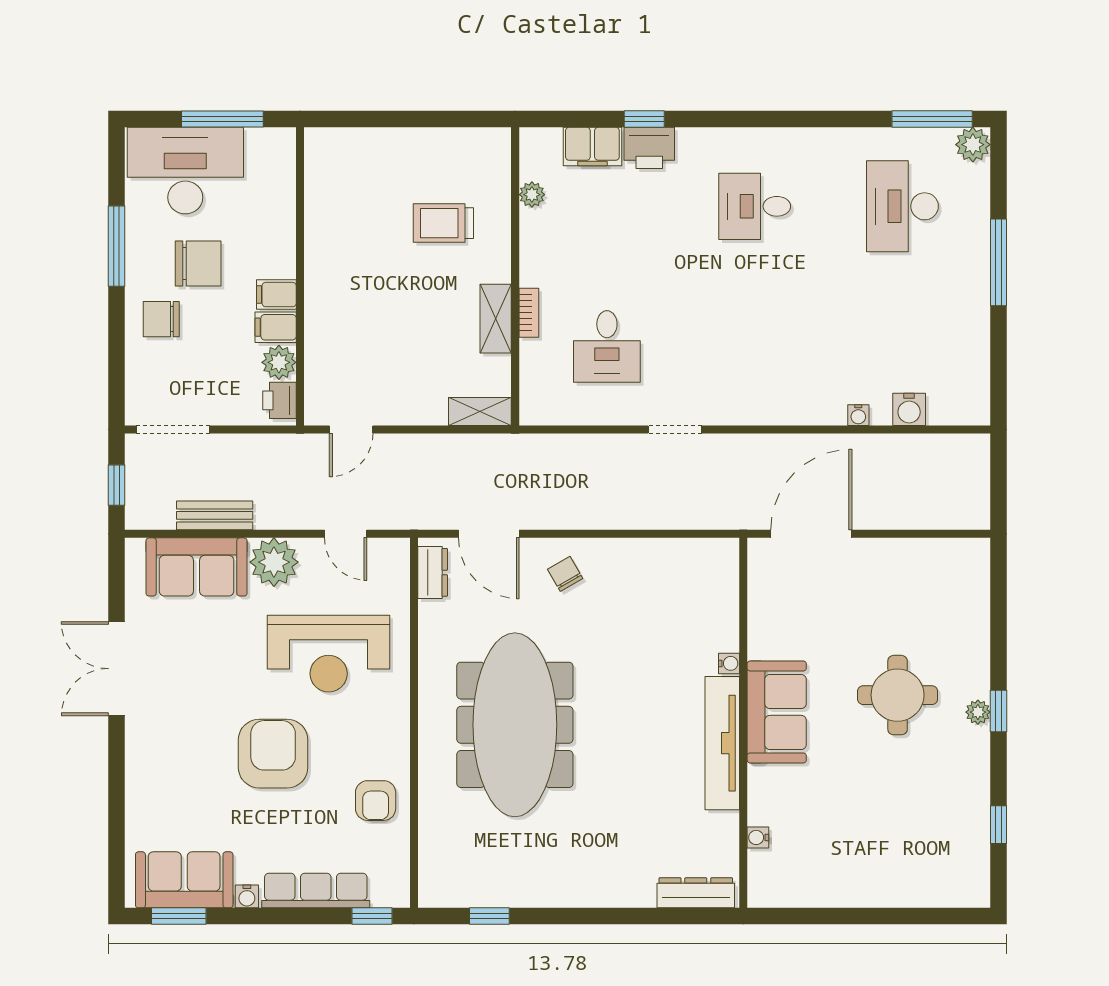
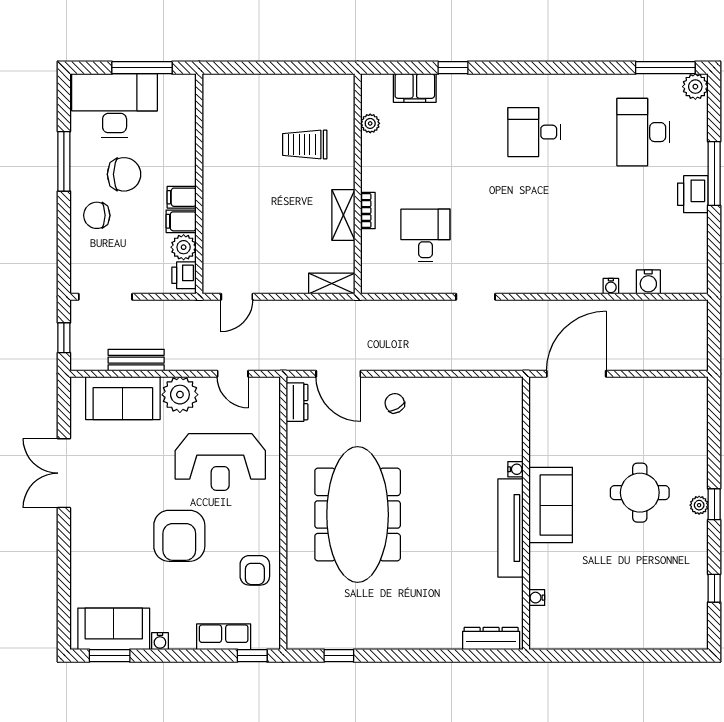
printer: (649, 148) -> (693, 194), moved, turned 90
desk: (607, 346) -> (425, 235), turned 180
armchair: (273, 754) -> (179, 536), turned 180
row of seats: (316, 891) -> (224, 637), width x0.68

